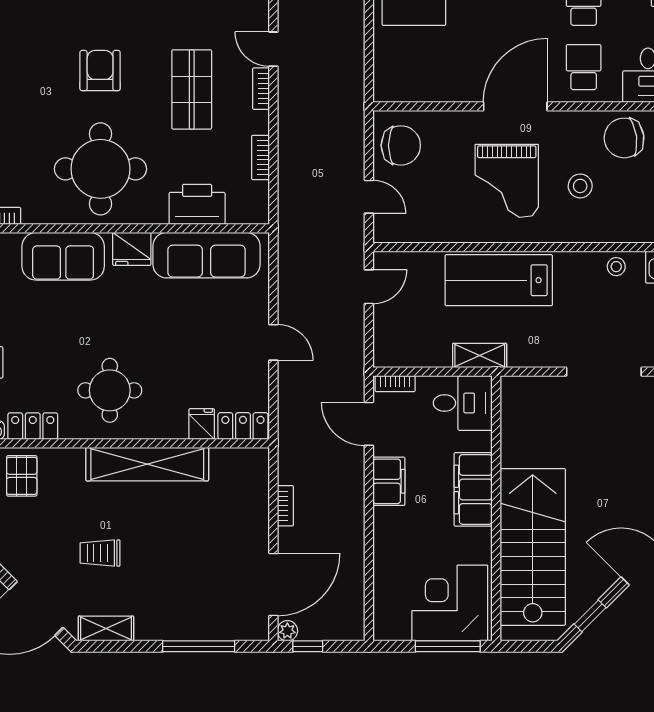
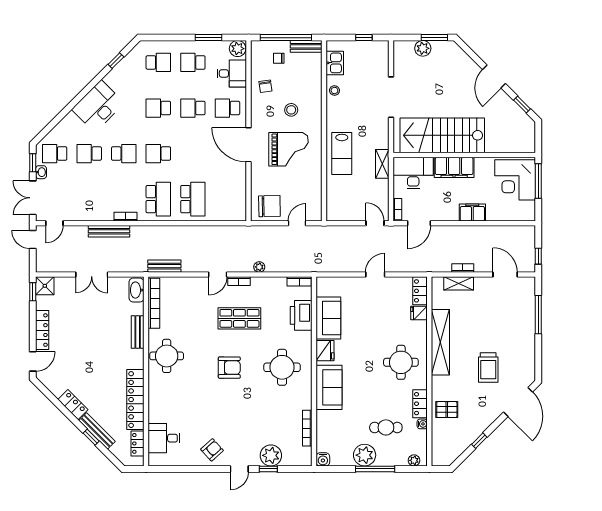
armchair: (100, 71) -> (229, 368), turned 180
chair: (624, 138) -> (265, 86), width x0.54, depth x0.54
chair: (401, 145) -> (269, 206), turned 89
bookcase: (260, 158) -> (299, 281), moved
round table: (100, 169) -> (282, 367), width x0.73, depth x0.73
sofa: (207, 255) -> (328, 318), width x0.73
lab bench: (499, 280) -> (342, 154), width x0.73, depth x0.72
door: (369, 287) -> (375, 223), moved
desk: (463, 403) -> (413, 173), width x1.37
filing cabinet: (389, 481) -> (472, 213), moved
stairs: (533, 547) -> (442, 135), moved
trolley: (100, 553) -> (488, 368), width x1.36, depth x1.39
door: (273, 585) -> (505, 275), width x0.73
shelving: (106, 629) -> (459, 283), moved, turned 90
plant: (287, 631) -> (259, 267), moved

